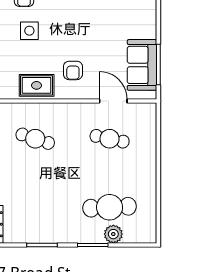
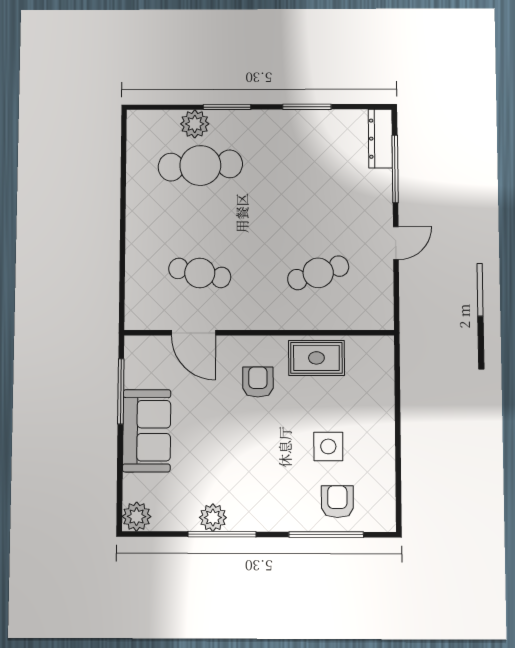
sofa: (142, 65) -> (147, 431), moved
cafe table: (35, 139) -> (318, 273), turned -36

